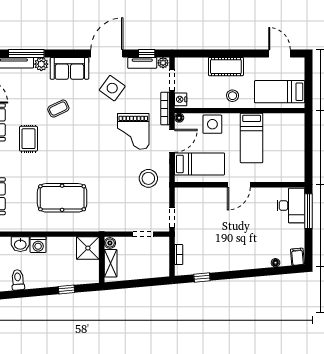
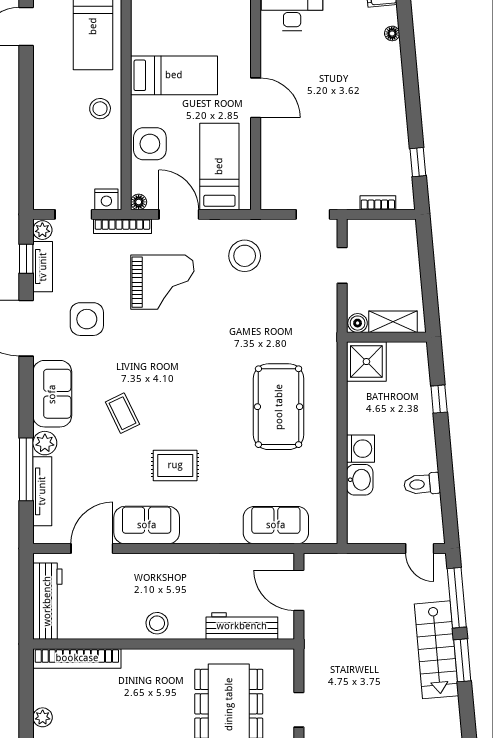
cot: (226, 67) -> (49, 120), removed
side table: (112, 88) -> (87, 319), turned -36

